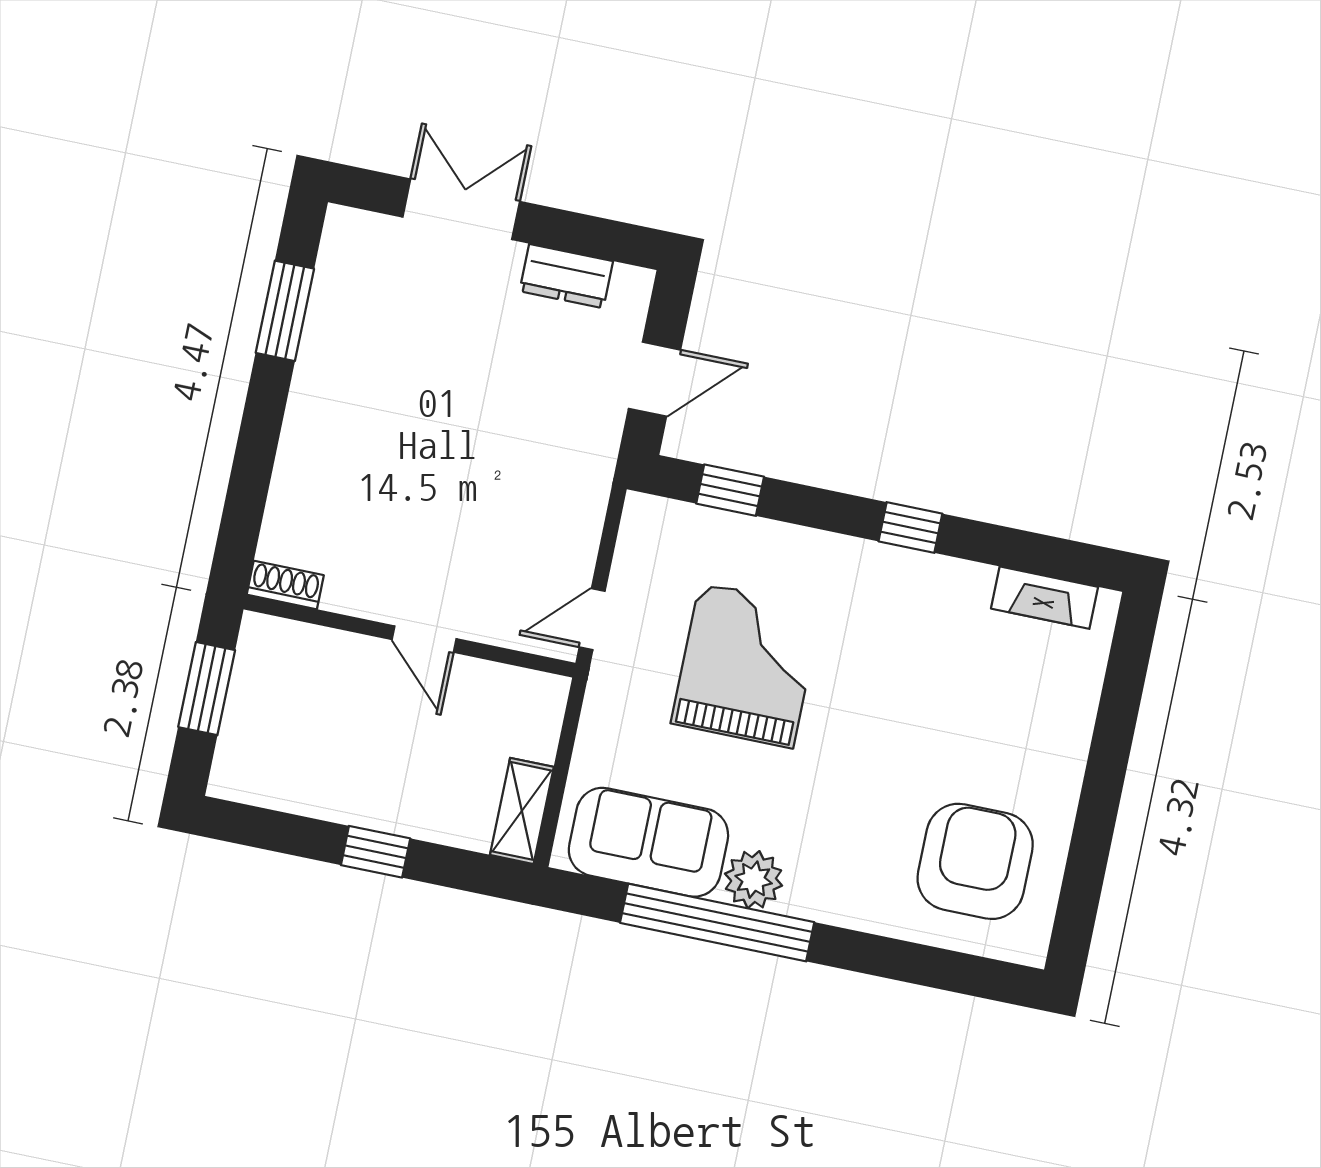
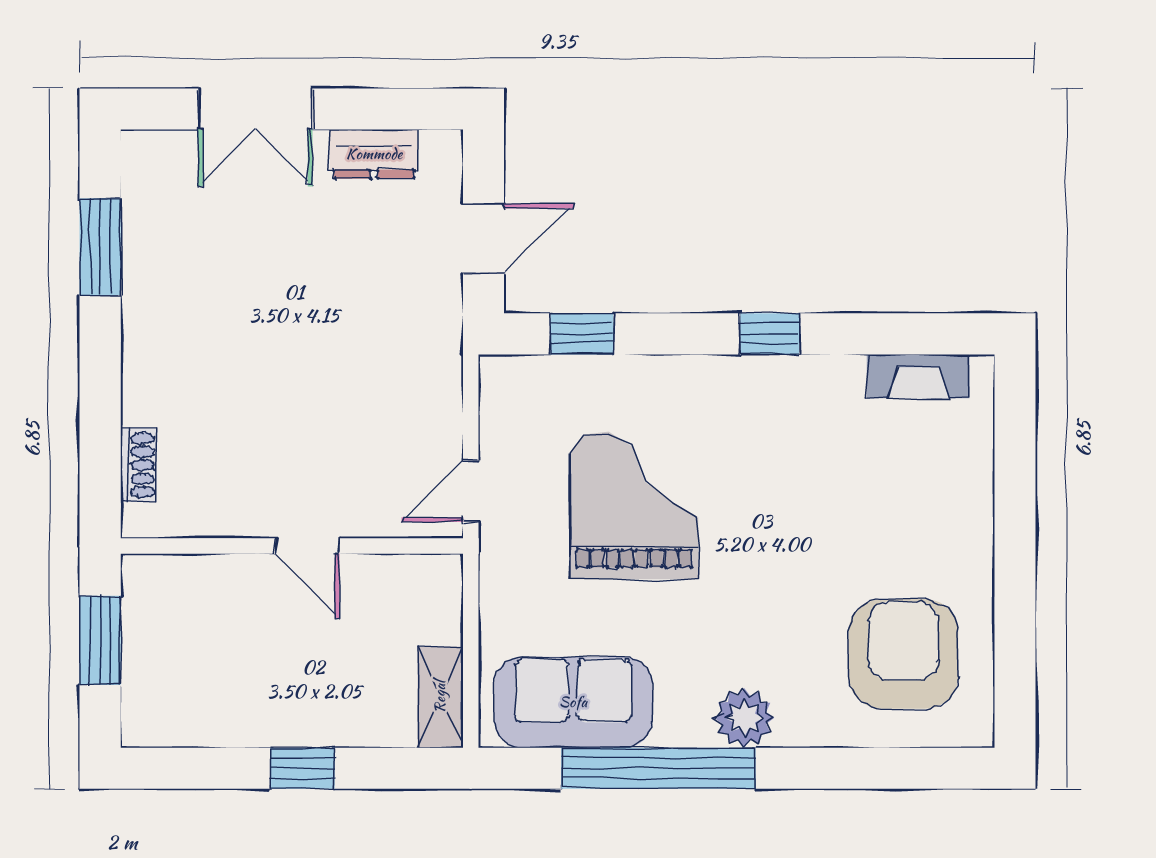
double door: (461, 209) -> (255, 109), swing flipped
shoe rack: (285, 585) -> (138, 465), moved, turned 90
plant: (754, 880) -> (744, 718), moved

